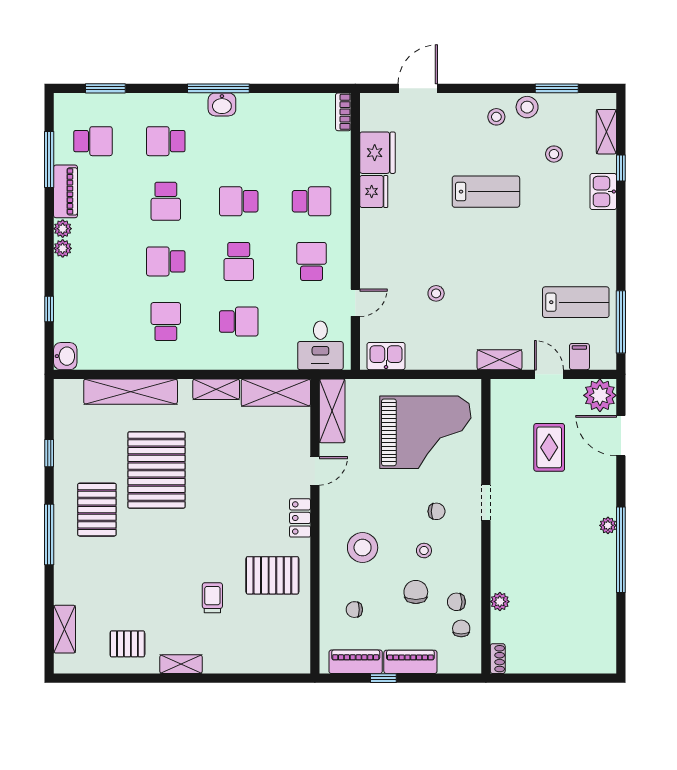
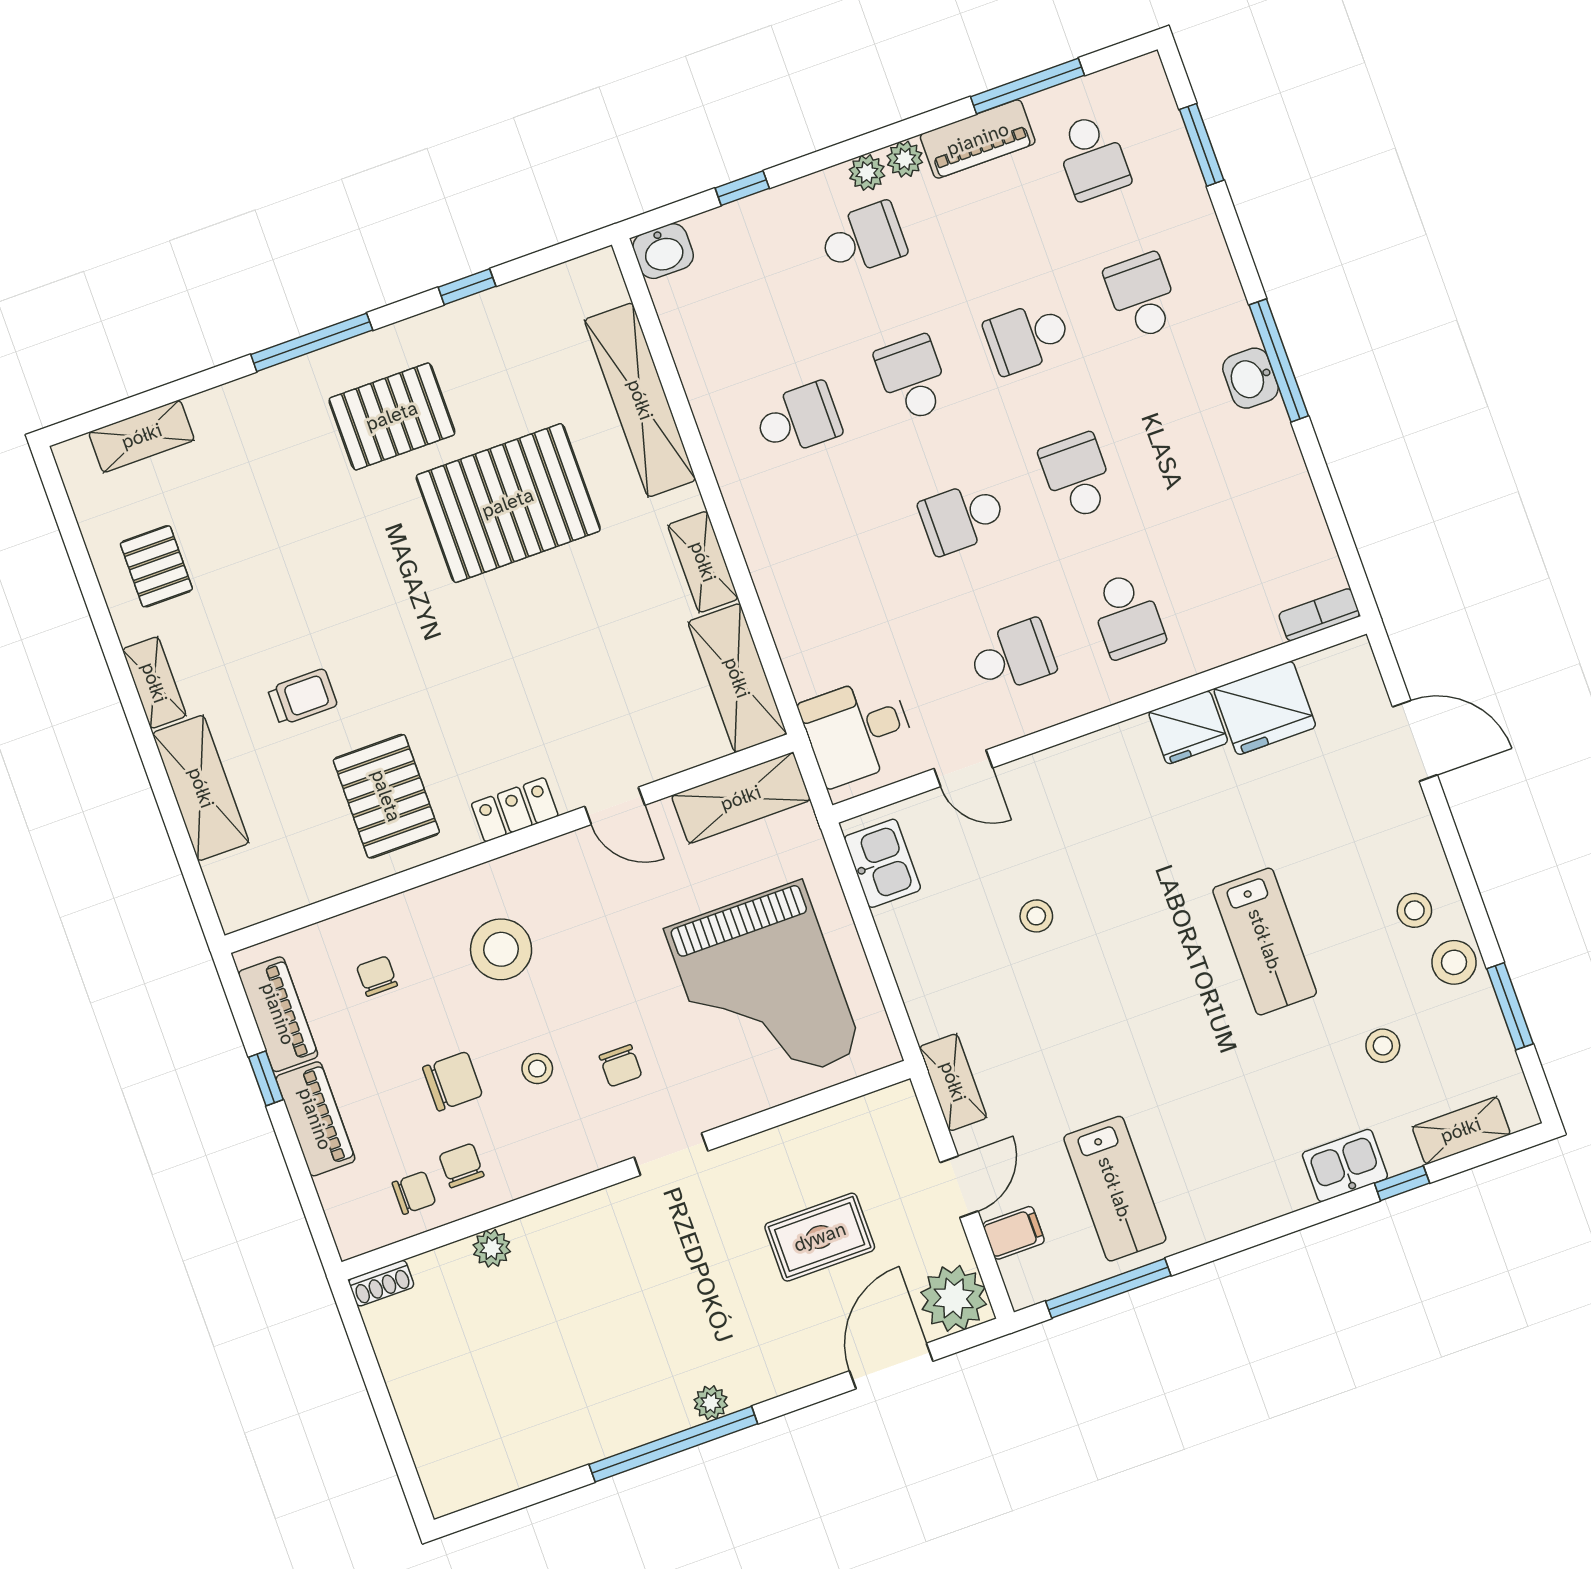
school desk: (239, 322) -> (863, 239), moved, turned -90
shelving: (238, 660) -> (201, 788), added

